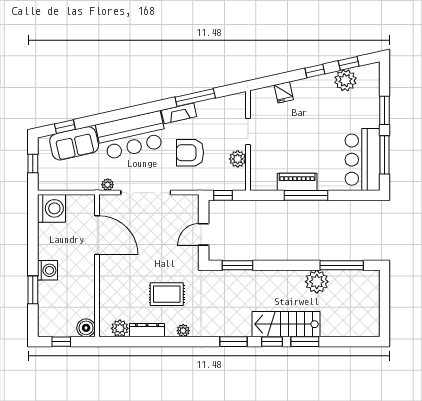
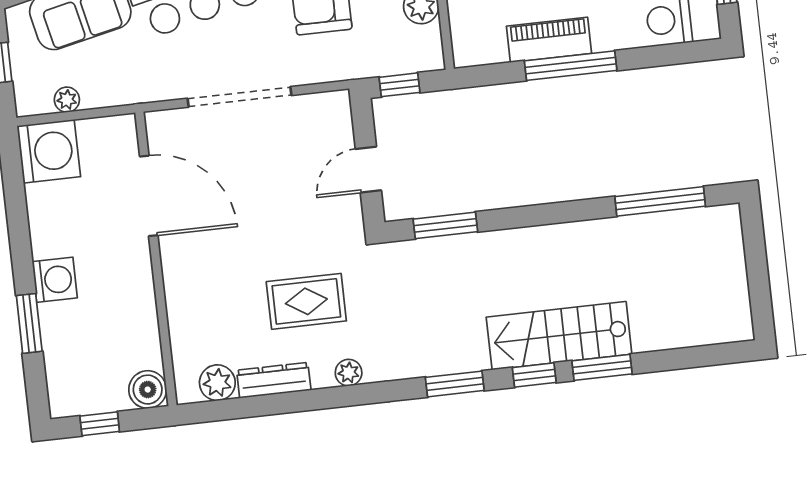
plant: (108, 185) -> (67, 100), moved
plant: (317, 282) -> (613, 241), removed

